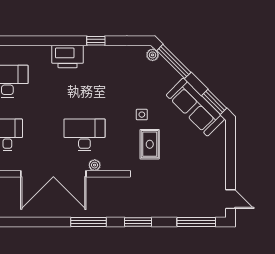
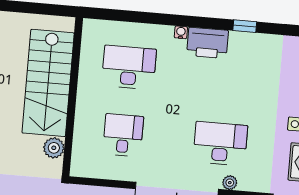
water cooler: (46, 50) -> (181, 32), added

